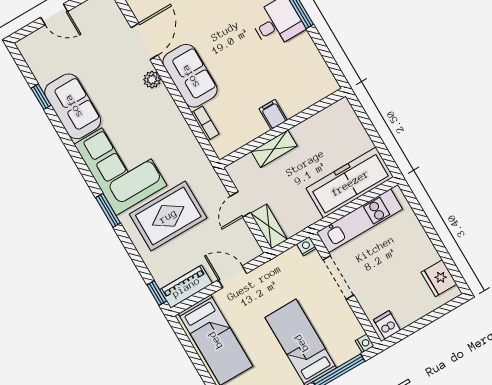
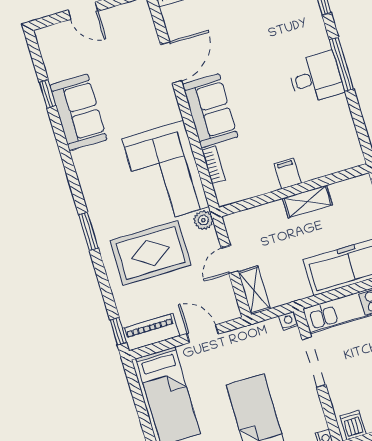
plant: (152, 80) -> (203, 220), moved
shelving: (274, 149) -> (307, 202), moved
corner sofa: (120, 165) -> (166, 173), moved, turned 180

